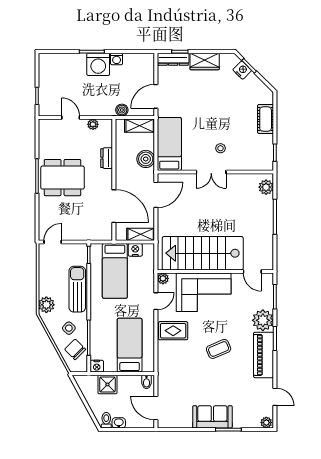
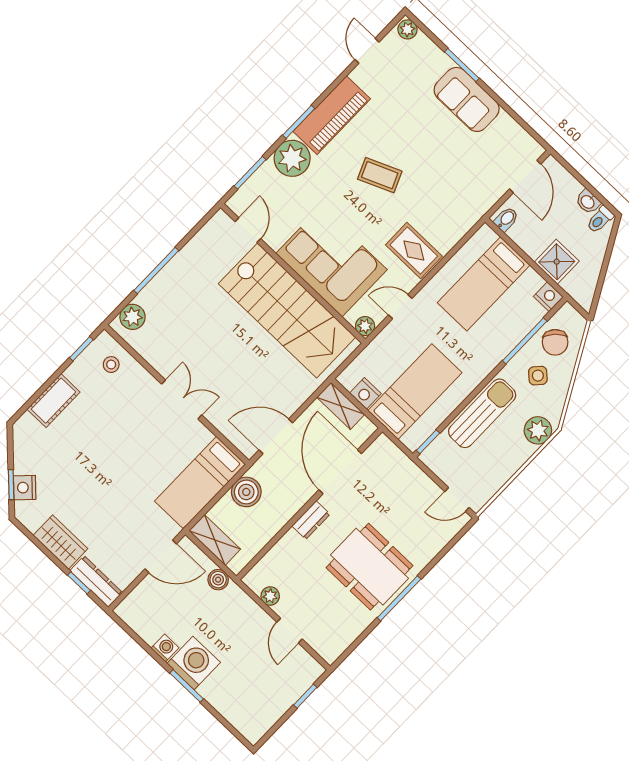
stool: (220, 148) -> (111, 365), moved
dresser: (107, 158) -> (311, 520), moved
sun lounger: (77, 289) -> (482, 413), turned 180

